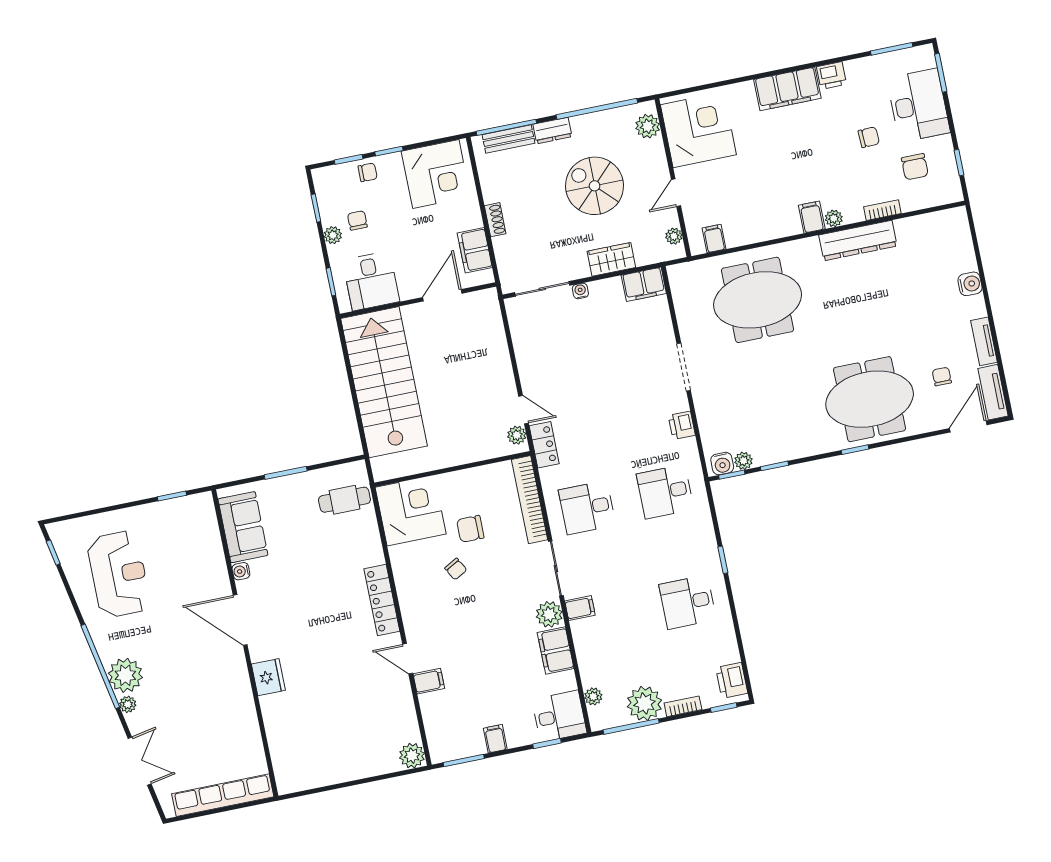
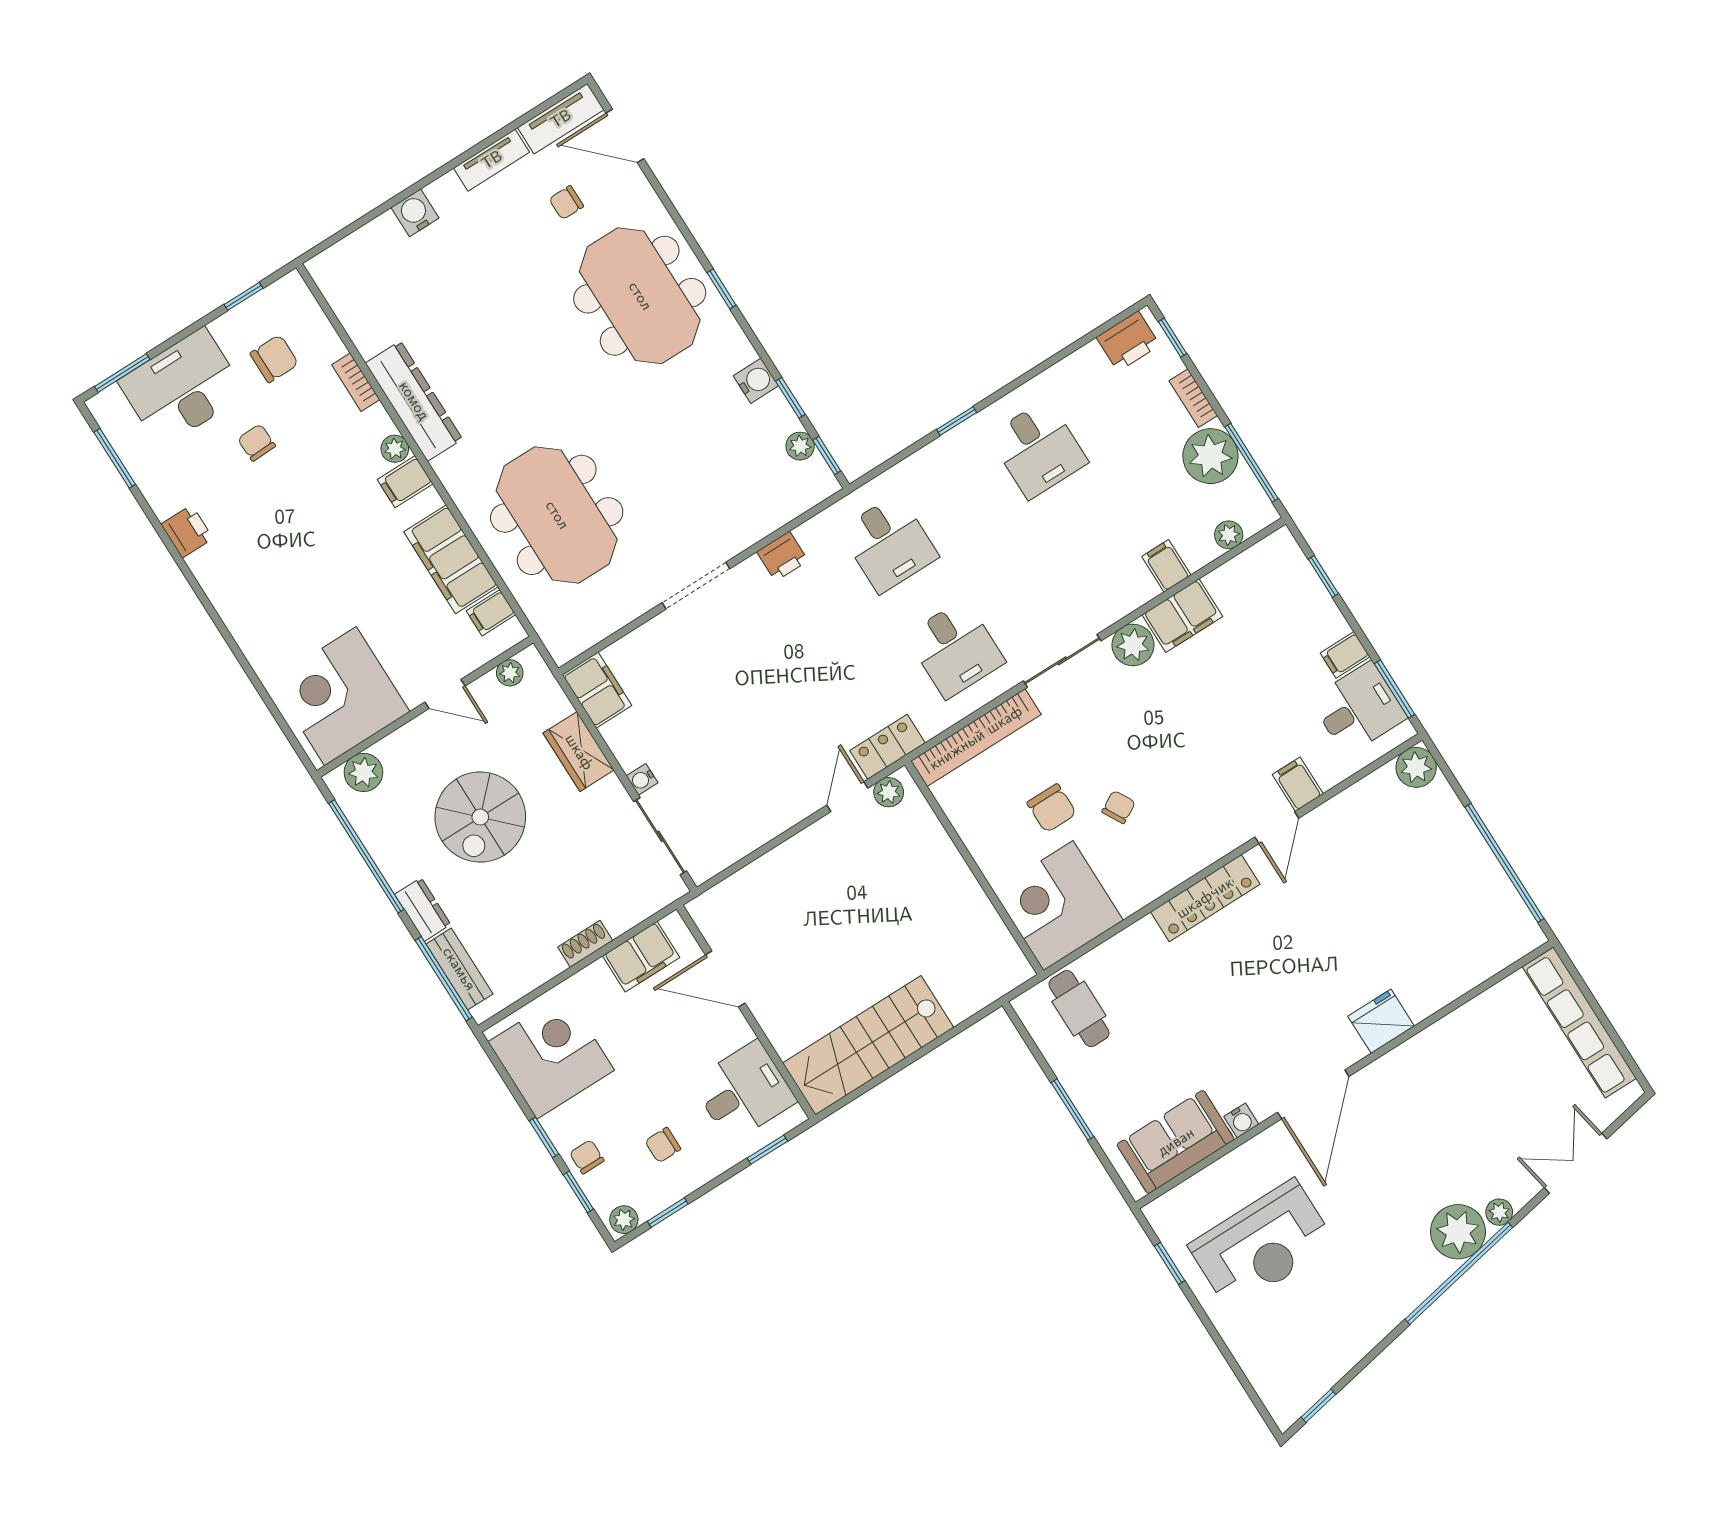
filing cabinet: (787, 89) -> (451, 559), moved, turned 180
plant: (333, 235) -> (624, 1220), moved
stairs: (384, 382) -> (868, 1045), width x0.73, depth x0.66
water cooler: (722, 464) -> (756, 381), moved
reception desk: (119, 574) -> (1262, 1245), moved, turned 180
filing cabinet: (580, 608) -> (1166, 566), moved
desk: (559, 716) -> (1358, 709), moved, turned 90
window: (335, 787) -> (1504, 863), added

